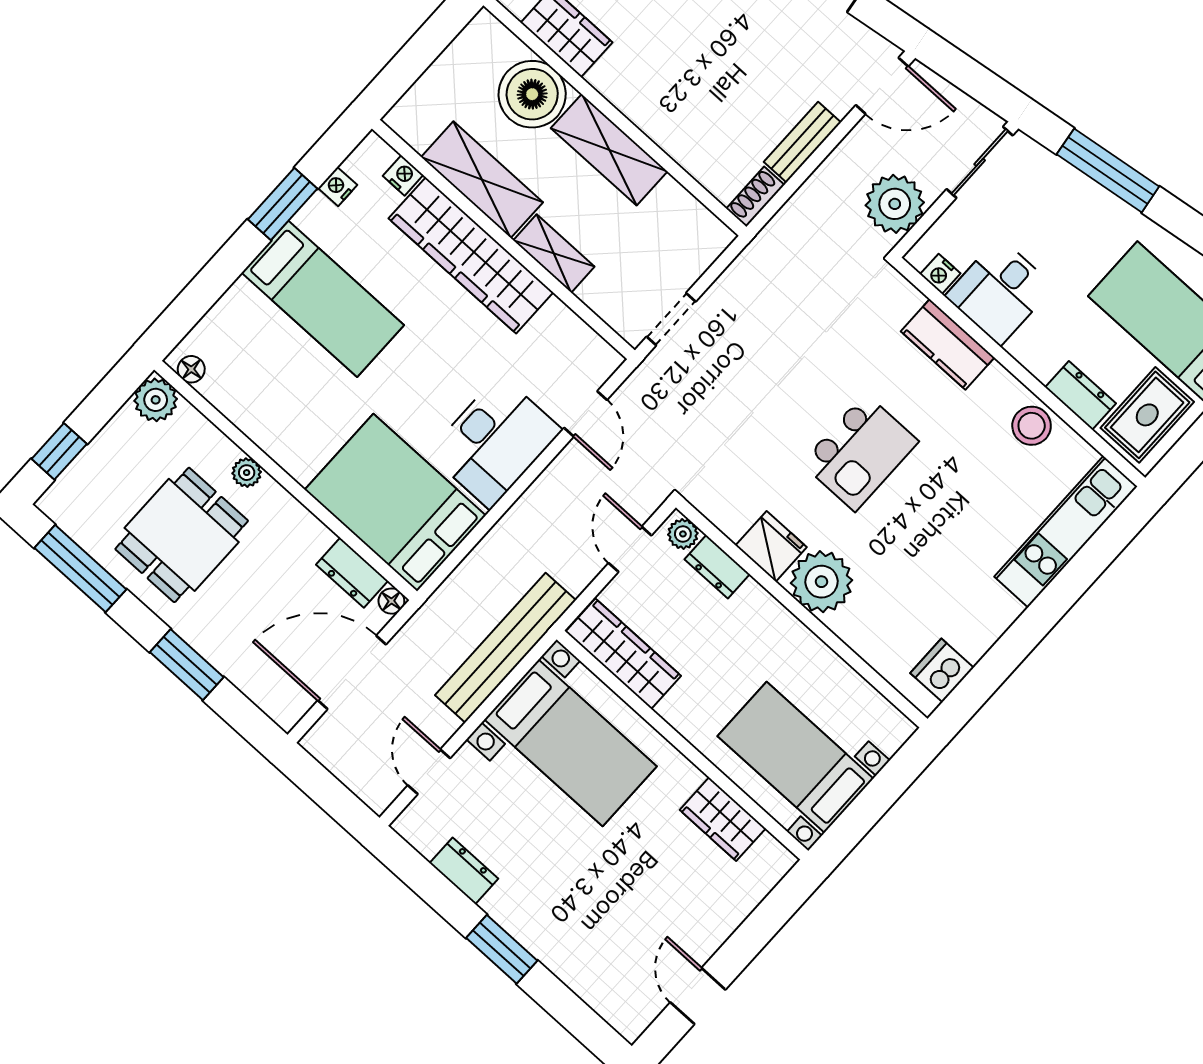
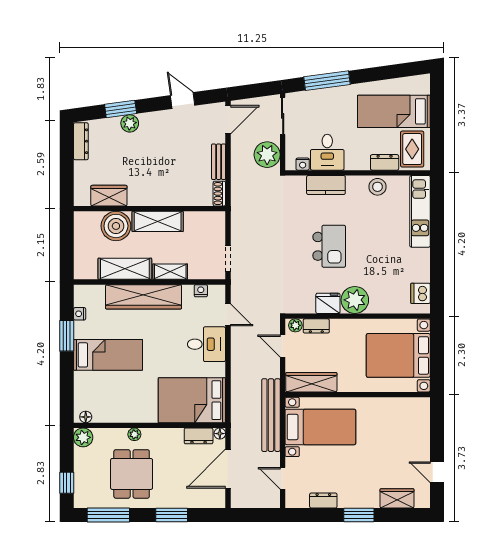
nightstand: (403, 175) -> (201, 291), moved
desk: (495, 442) -> (207, 344), width x0.73
bed with nightstands: (796, 757) -> (398, 355), width x1.36
wardrobe: (723, 819) -> (397, 498), moved, turned 180

